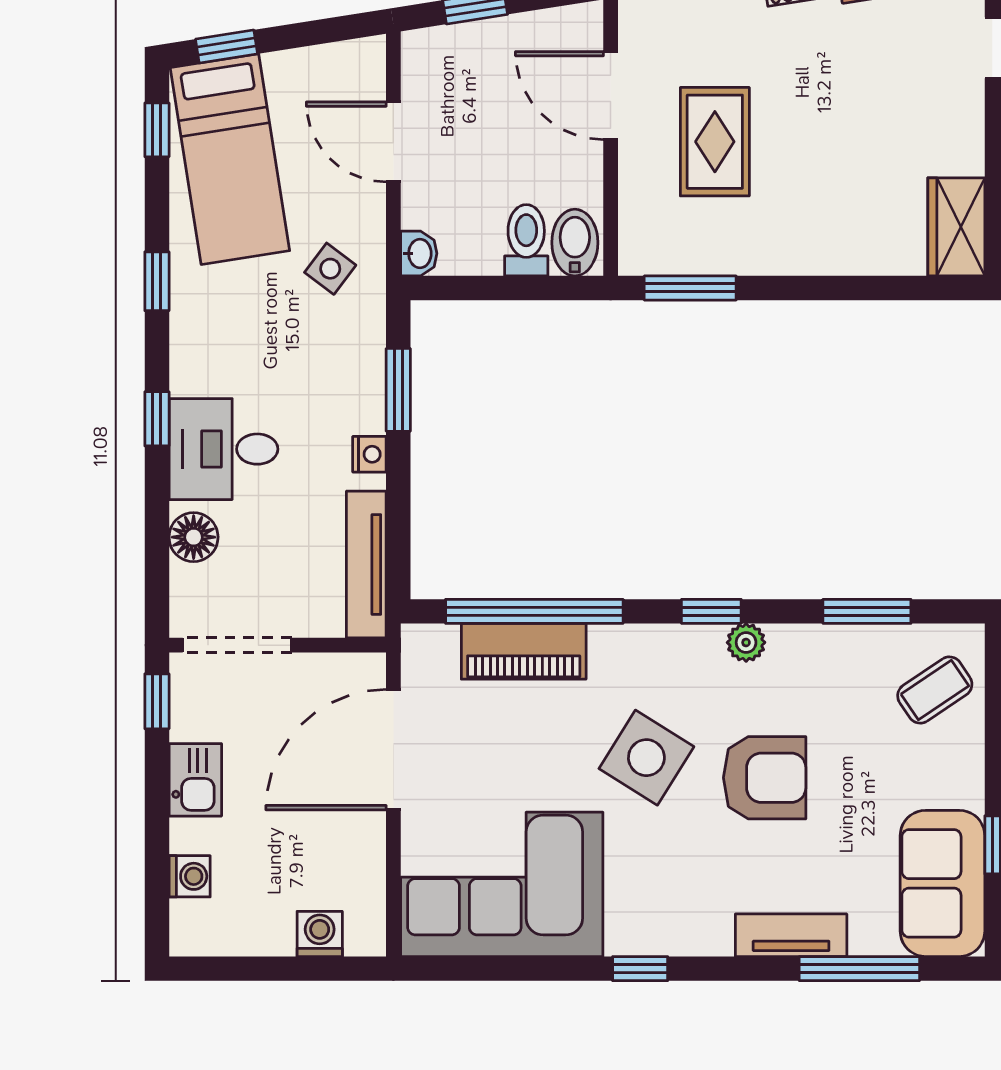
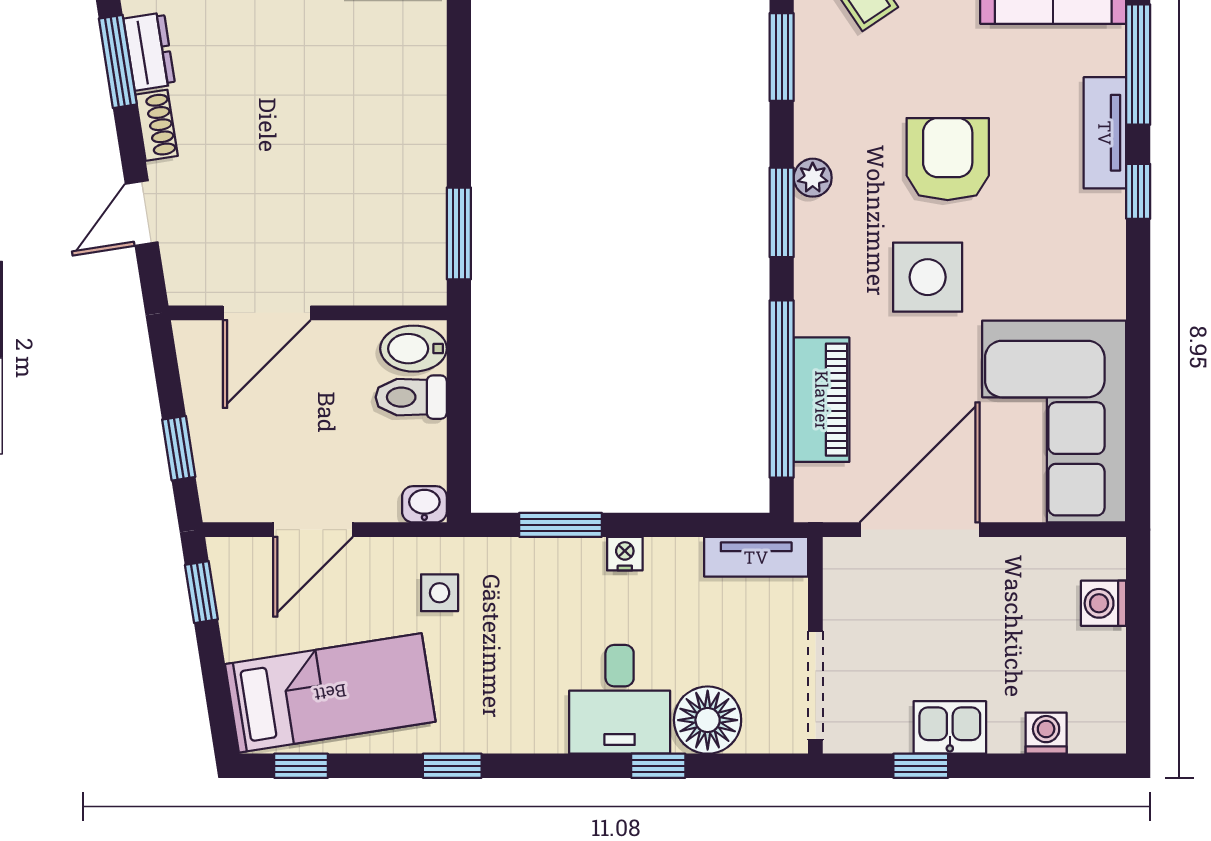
window: (227, 47) -> (201, 592), moved
rug: (715, 142) -> (313, 209), removed
side table: (330, 269) -> (440, 593), turned -37
window: (157, 419) -> (658, 766), moved
floor lamp: (194, 537) -> (708, 720), width x1.38, depth x1.38
tv unit: (366, 564) -> (756, 557), width x0.71
window: (711, 611) -> (782, 212), width x1.50
window: (157, 701) -> (921, 766), moved
door: (393, 750) -> (920, 530), swing flipped
side table: (646, 758) -> (928, 277), turned -32
window: (640, 969) -> (1138, 191), moved

